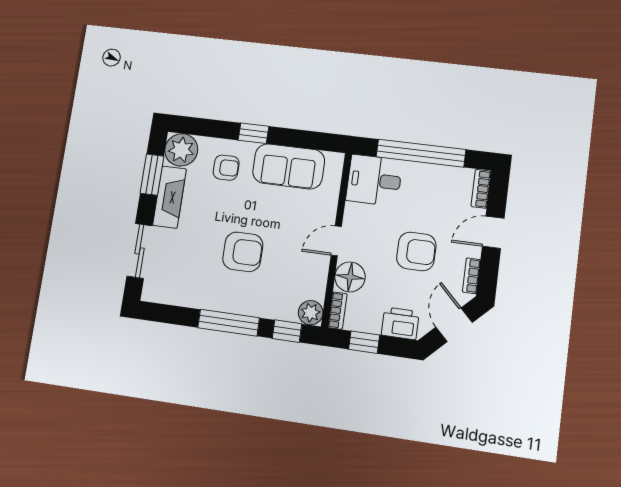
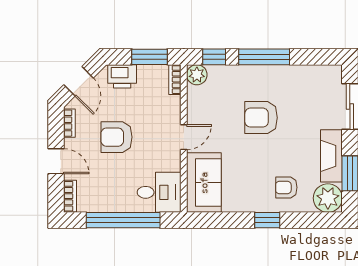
sofa: (289, 166) -> (204, 183), moved, turned 90
door: (493, 232) -> (56, 161), hinge flipped
floor lamp: (350, 277) -> (168, 109), removed
window: (364, 342) -> (149, 57), width x1.50

